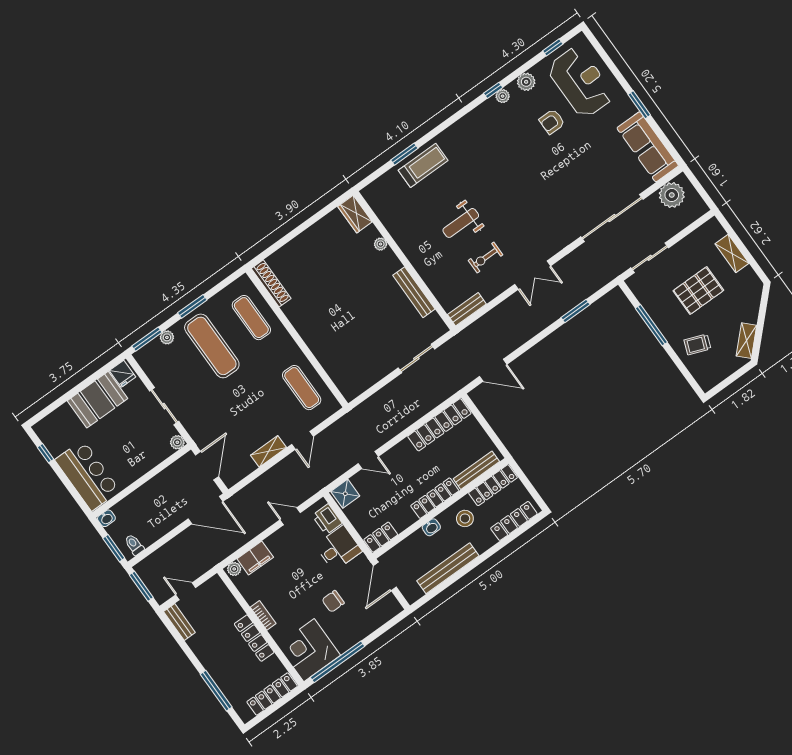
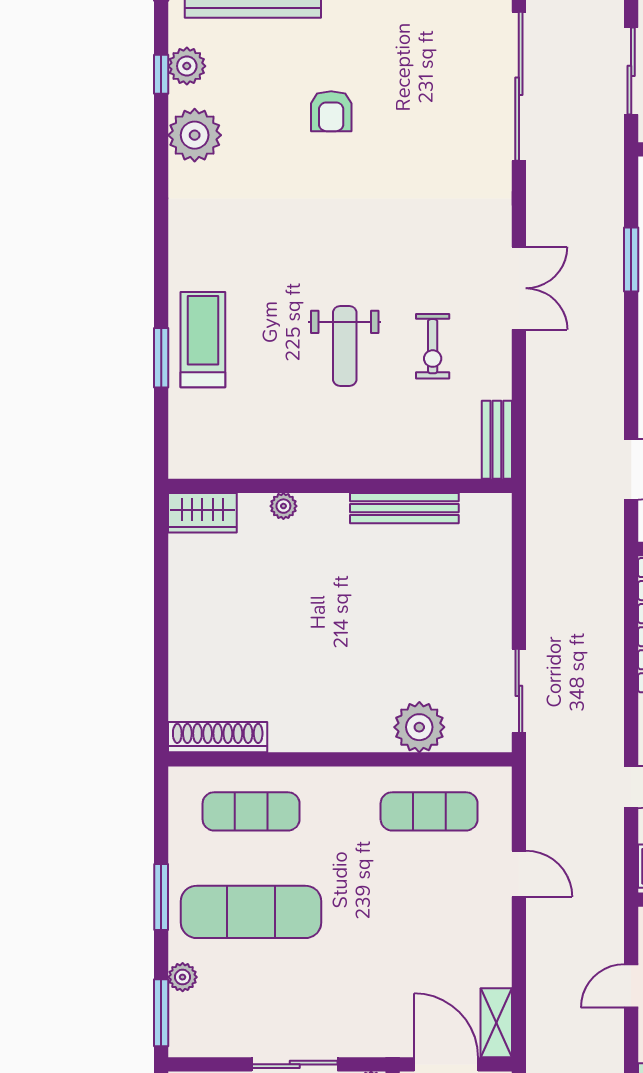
window: (493, 90) -> (161, 74), moved
plant: (503, 96) -> (195, 135), width x1.87, depth x1.87
armchair: (552, 122) -> (331, 111), moved
sliding door: (416, 359) -> (519, 691), moved
plant: (332, 360) -> (419, 727), added
shelving: (268, 451) -> (496, 1023), moved

